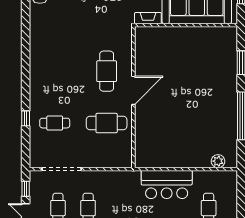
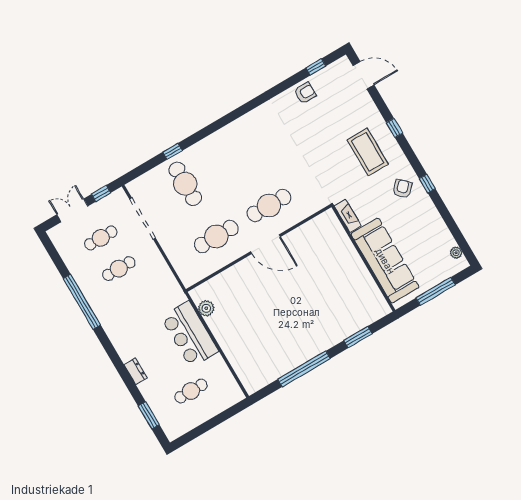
cafe table: (55, 123) -> (185, 184), width x1.37, depth x1.35
cafe table: (107, 123) -> (216, 237), turned 90
plant: (218, 161) -> (206, 308), moved

